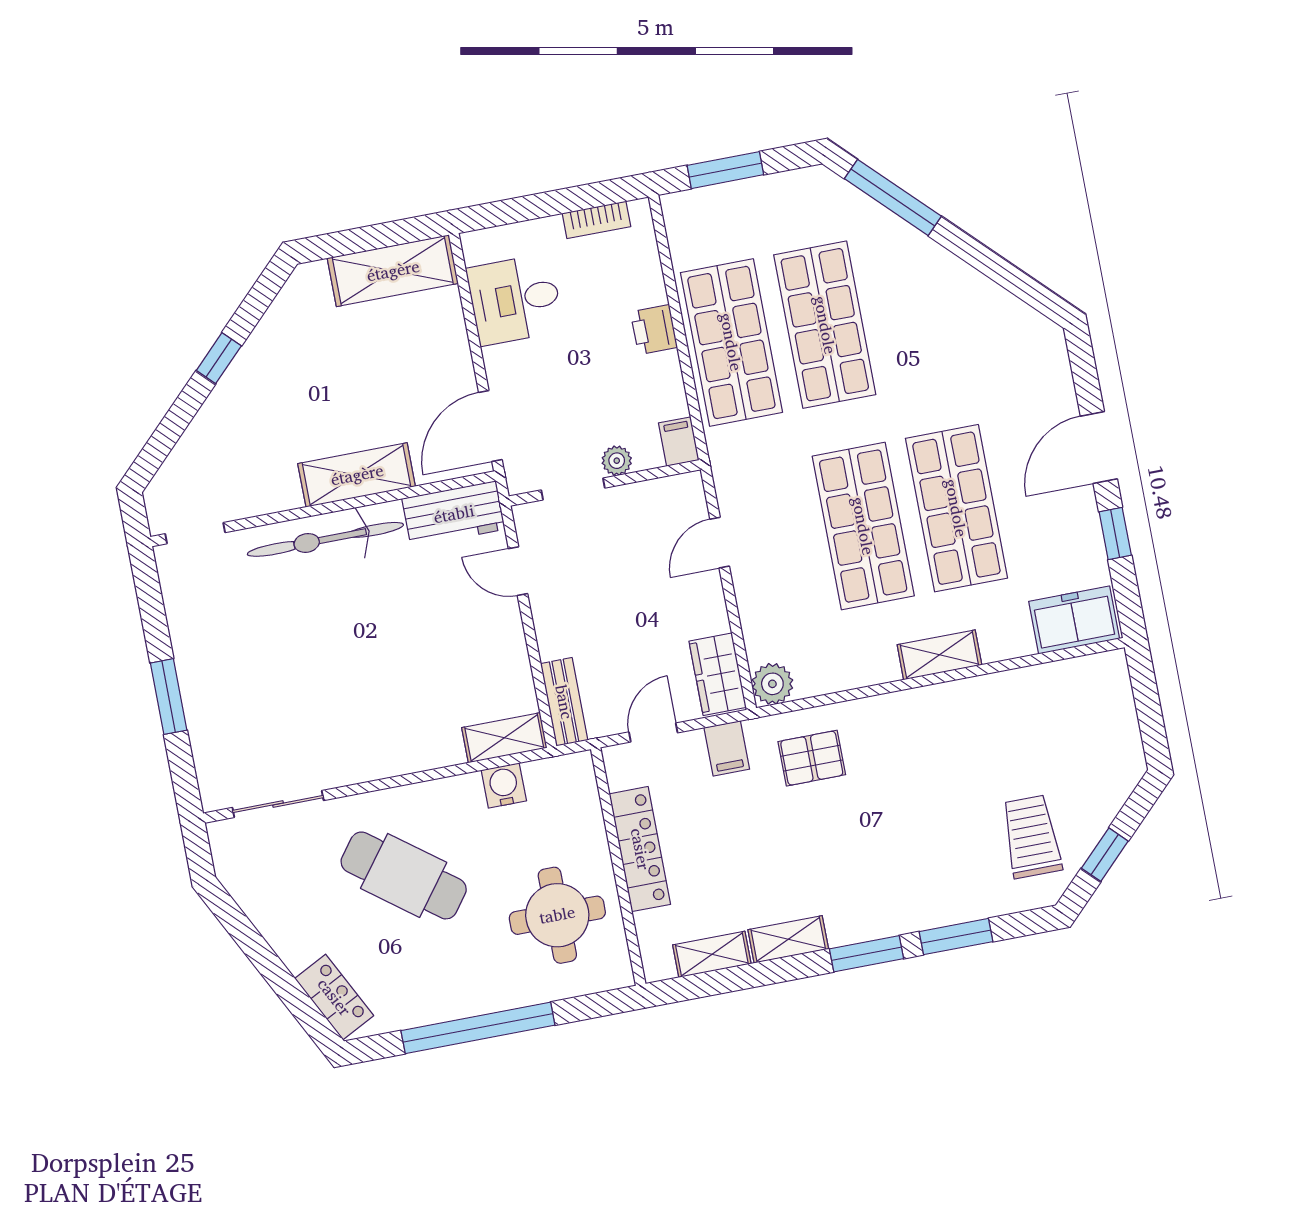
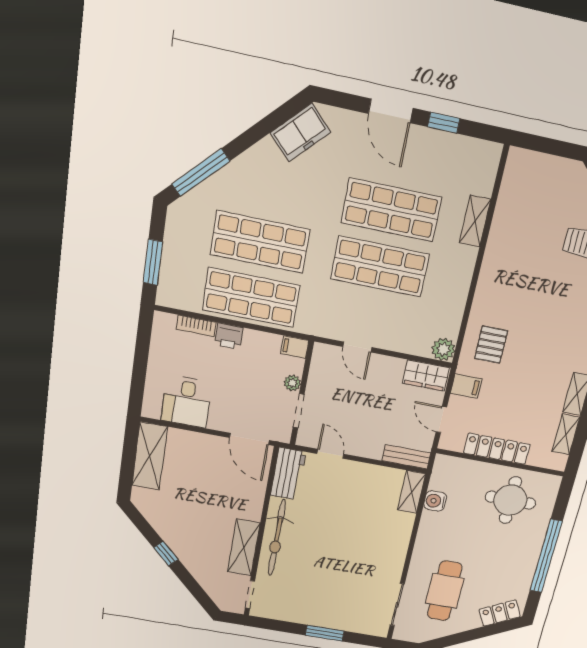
bookcase: (596, 220) -> (196, 326), moved, turned 90
shelving: (357, 475) -> (244, 548), moved
door: (518, 571) -> (330, 454), swing flipped
freezer: (1074, 620) -> (300, 133), moved, turned -135
shelving: (939, 655) -> (475, 221), moved
cafe table: (404, 875) -> (445, 591), moved, turned -37

